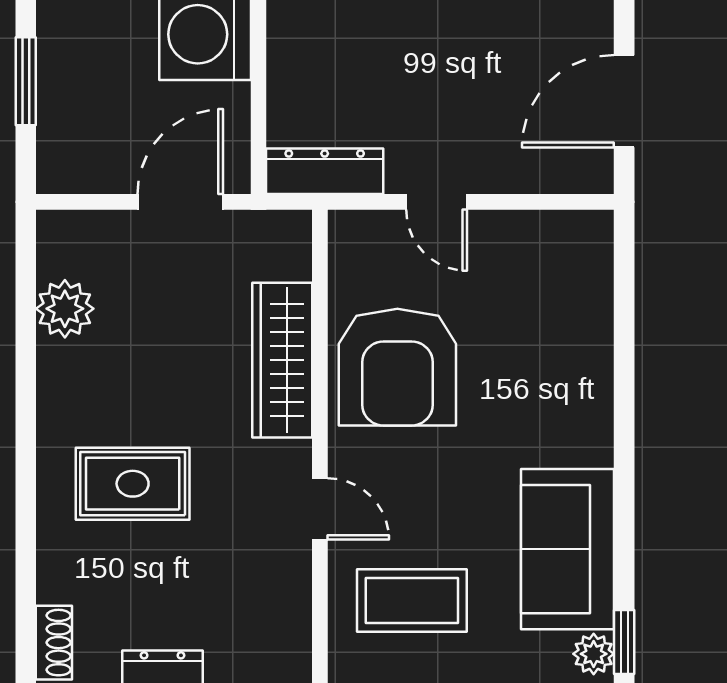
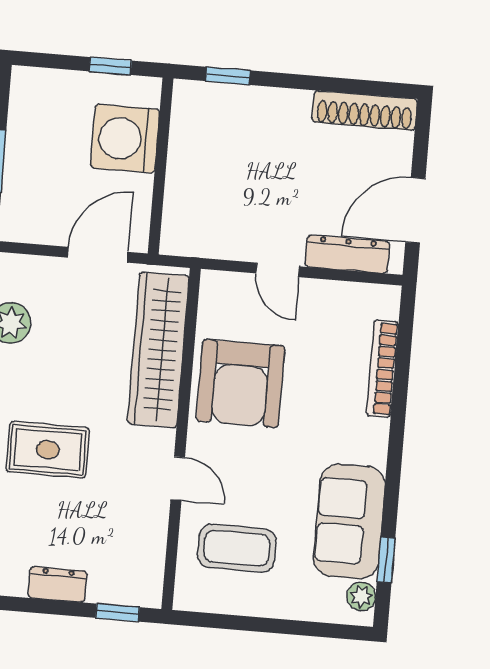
dresser: (325, 171) -> (347, 254), moved
bookcase: (597, 329) -> (382, 369), added
wardrobe: (282, 360) -> (158, 350), width x1.40, depth x1.17
window: (624, 642) -> (386, 560), moved

